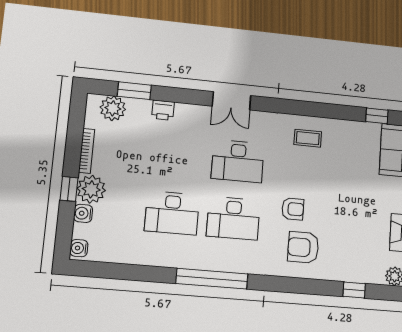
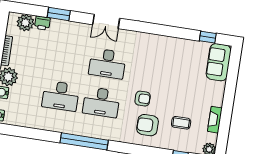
window: (134, 91) -> (59, 14), moved
printer: (163, 110) -> (42, 23), moved
coffee table: (308, 138) -> (181, 123), moved

